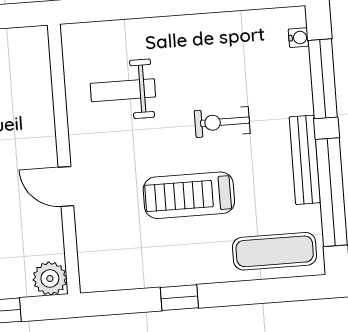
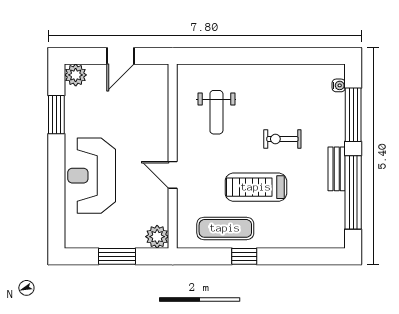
weight bench: (123, 90) -> (216, 112), turned -90
bench: (305, 160) -> (337, 169), width x0.73
exercise mat: (275, 251) -> (225, 228), moved

